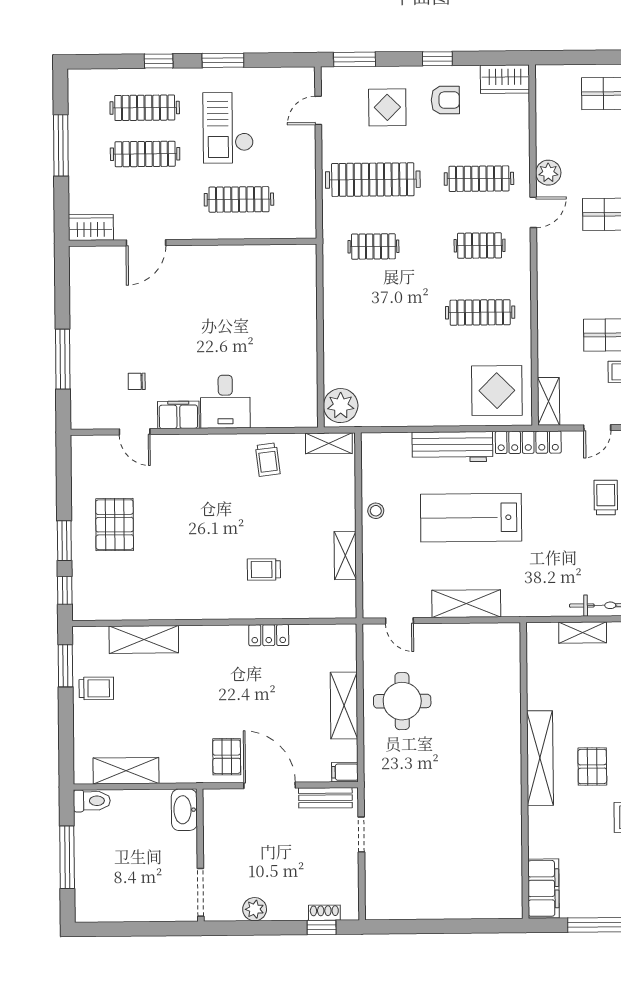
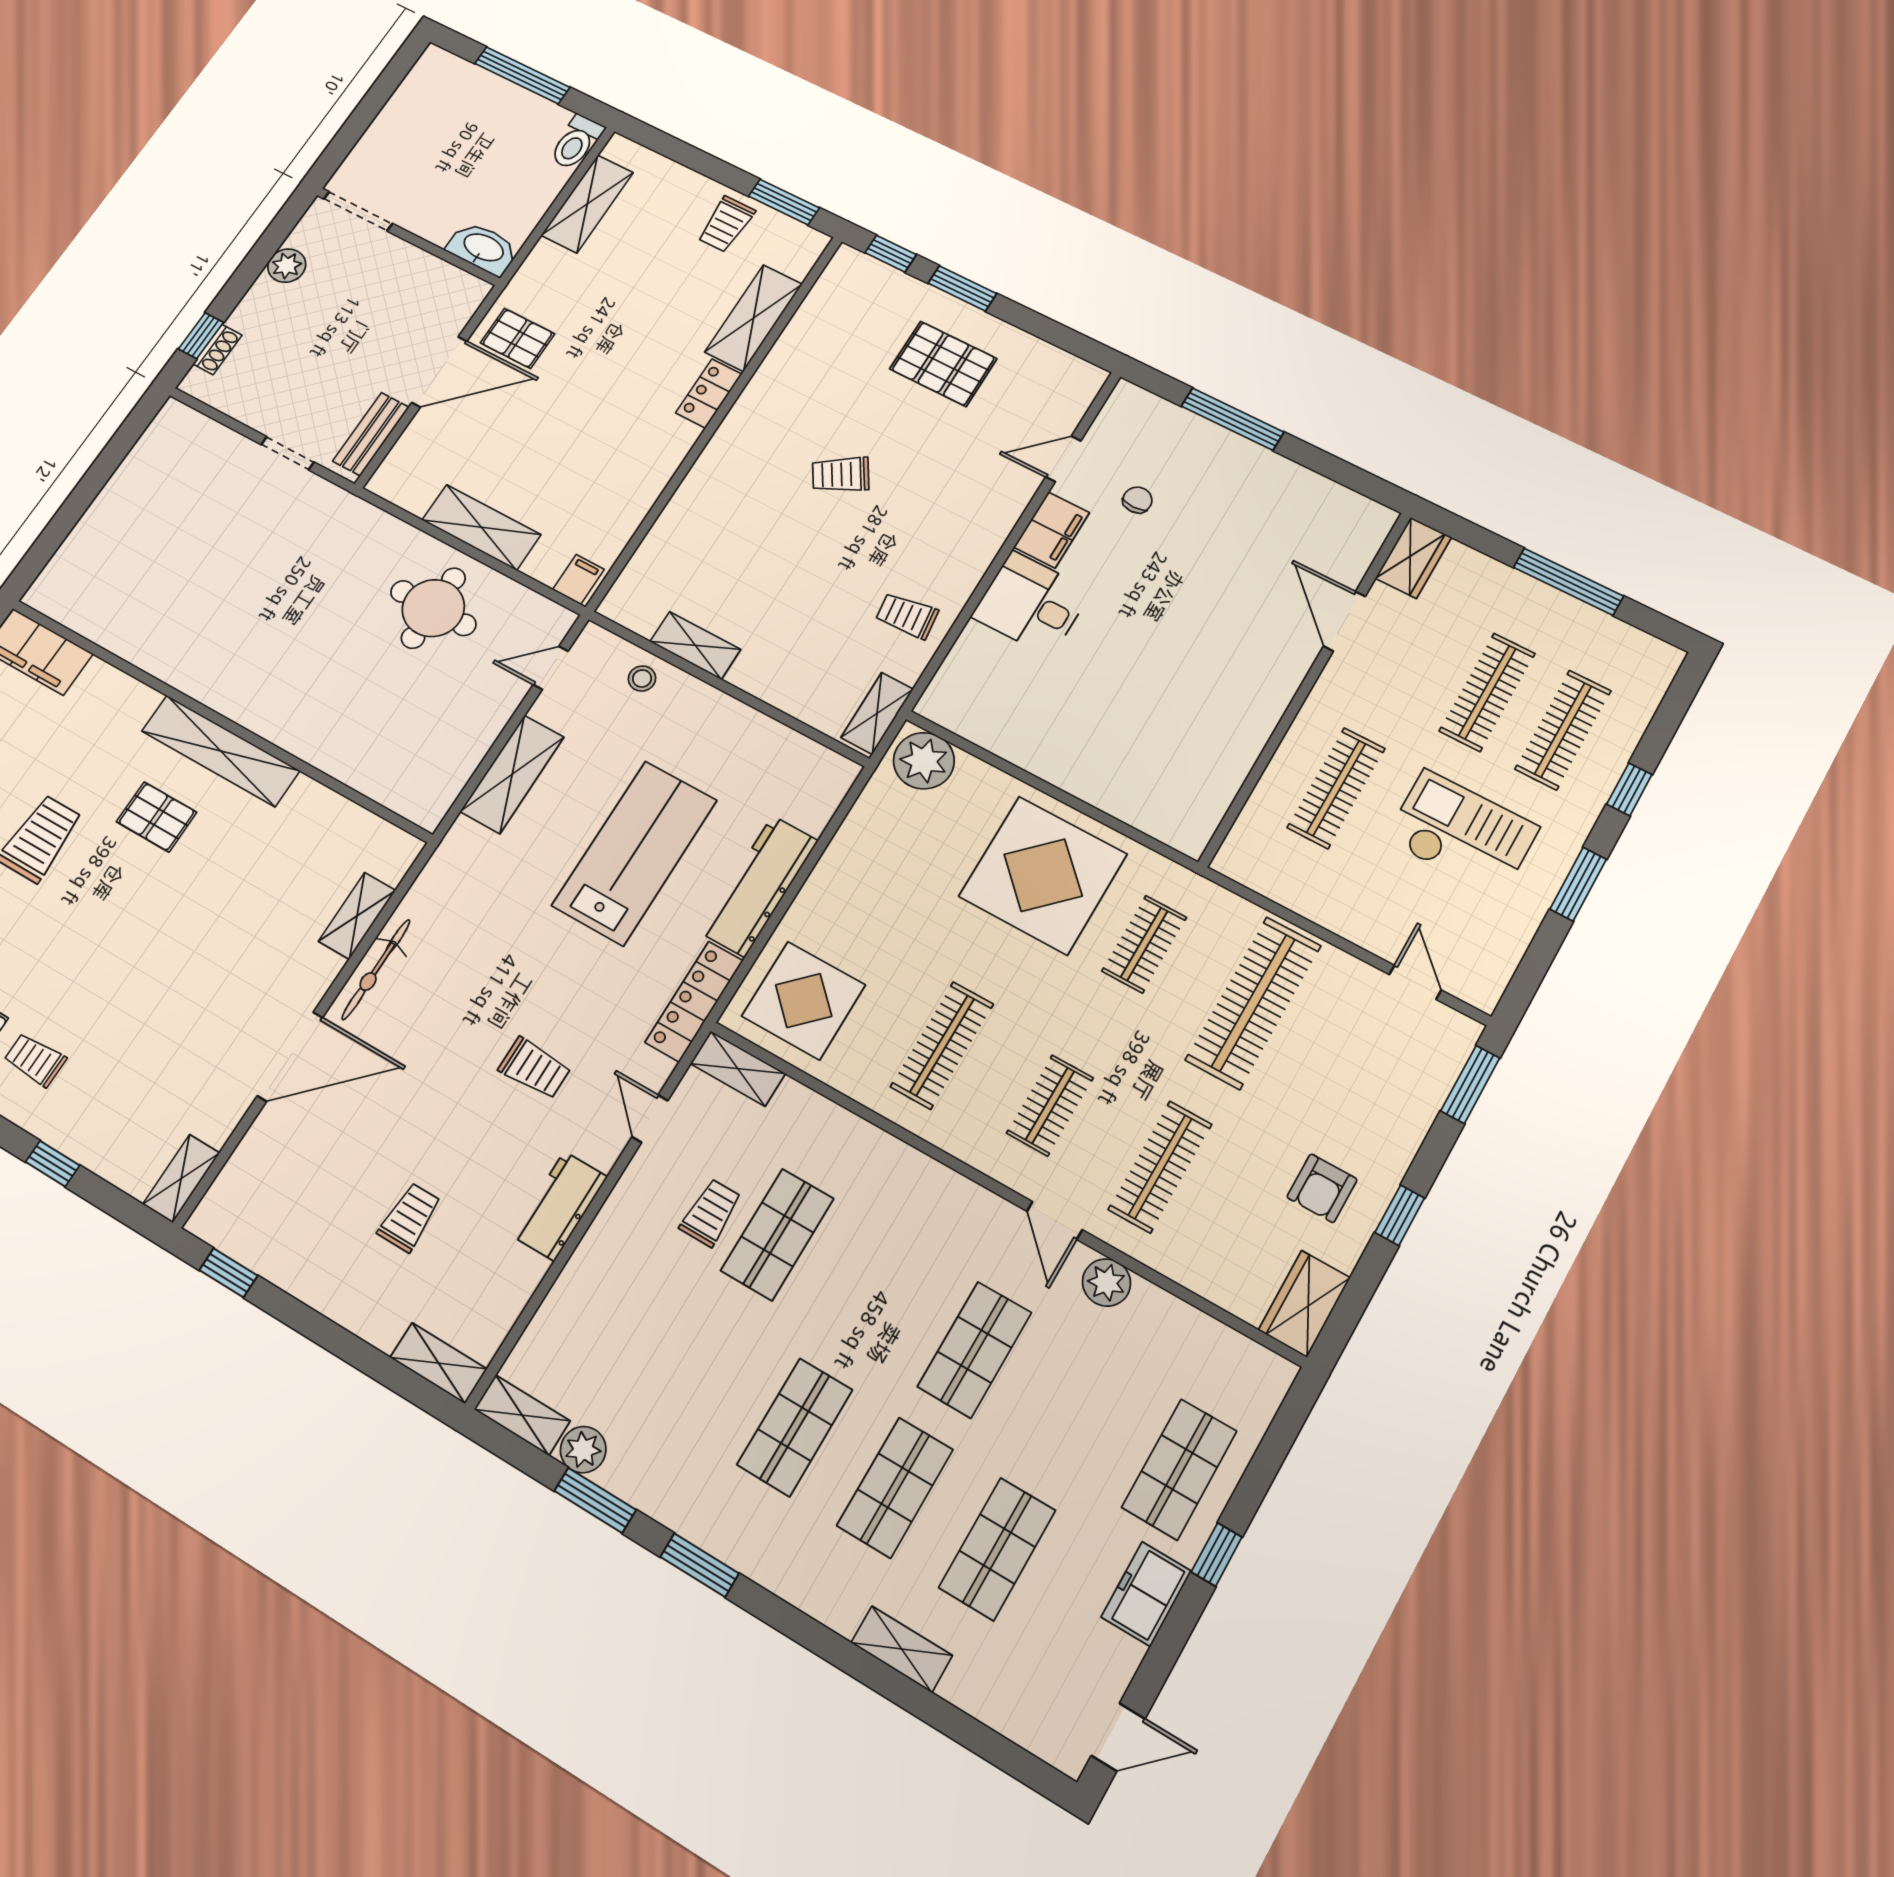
display table: (387, 107) -> (1043, 875), moved, width x1.86, depth x1.86
stool: (376, 511) -> (642, 679), moved
trolley: (264, 569) -> (841, 474), moved, turned -122
locker: (269, 635) -> (709, 394), moved
filing cabinet: (345, 772) -> (578, 579), moved

